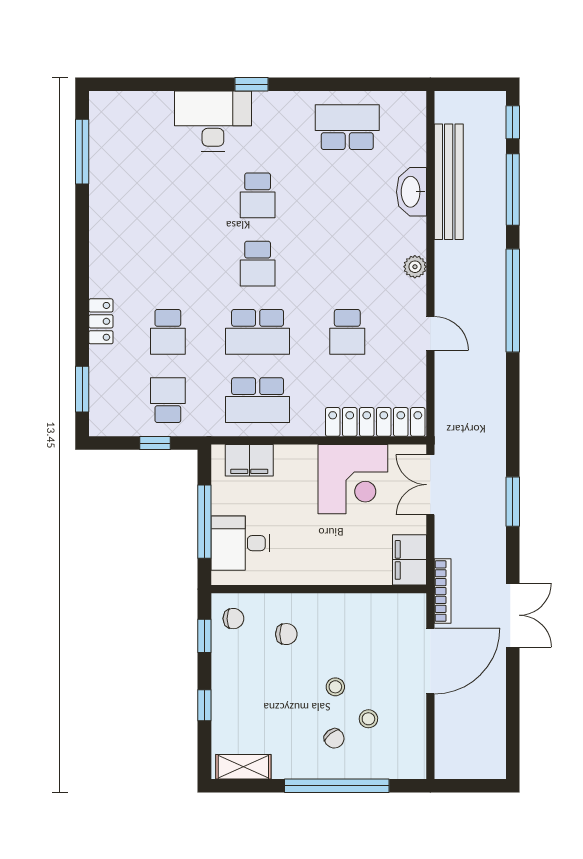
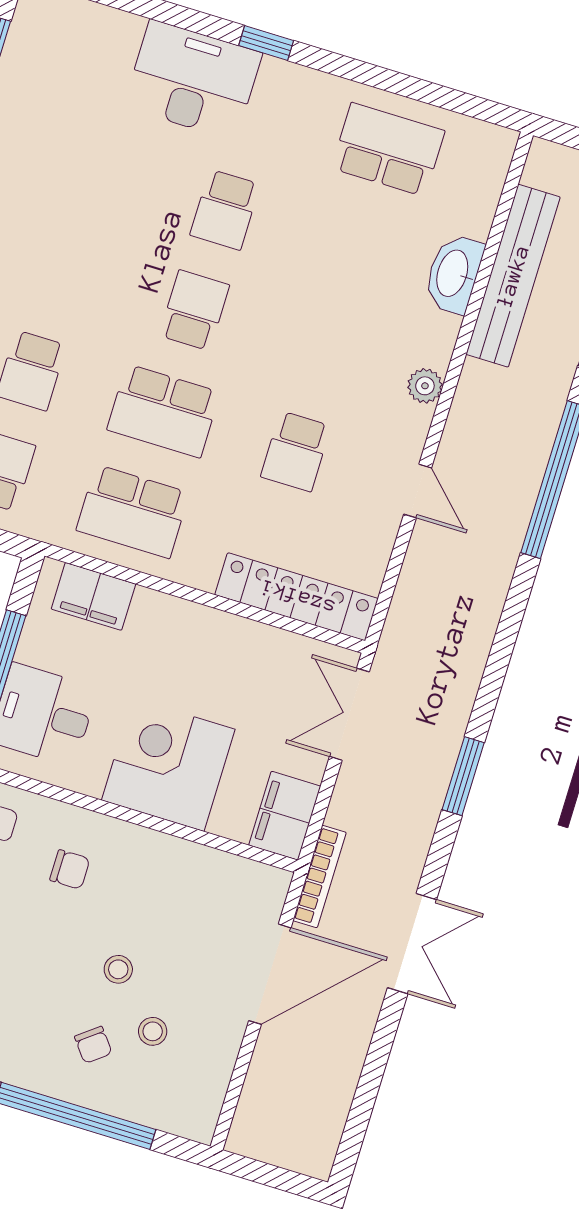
school desk: (258, 264) -> (194, 310), turned 180
corner desk: (353, 479) -> (168, 765), moved, turned 180

